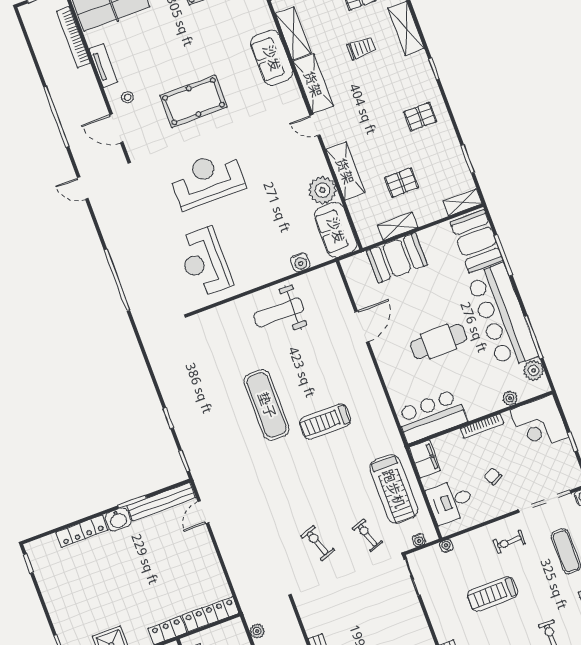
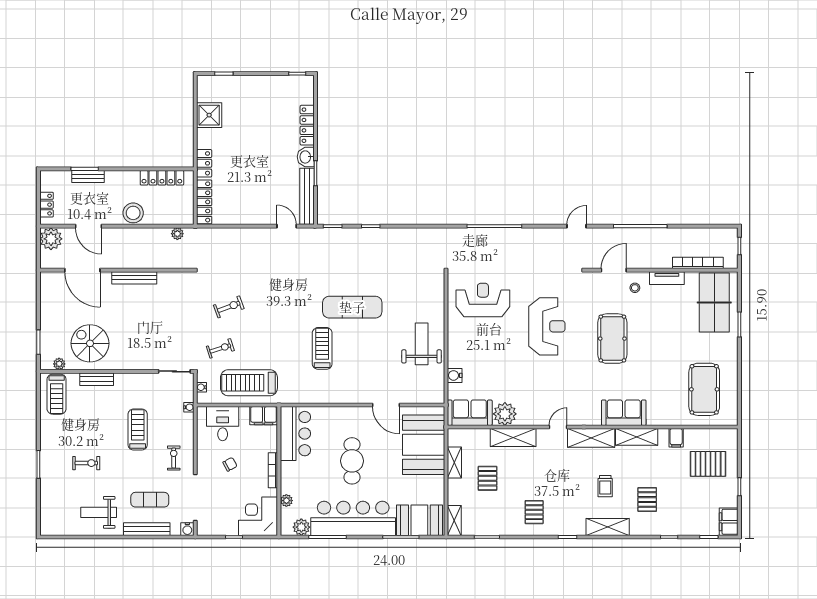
booth: (397, 258) -> (424, 445), width x1.36, depth x1.42

